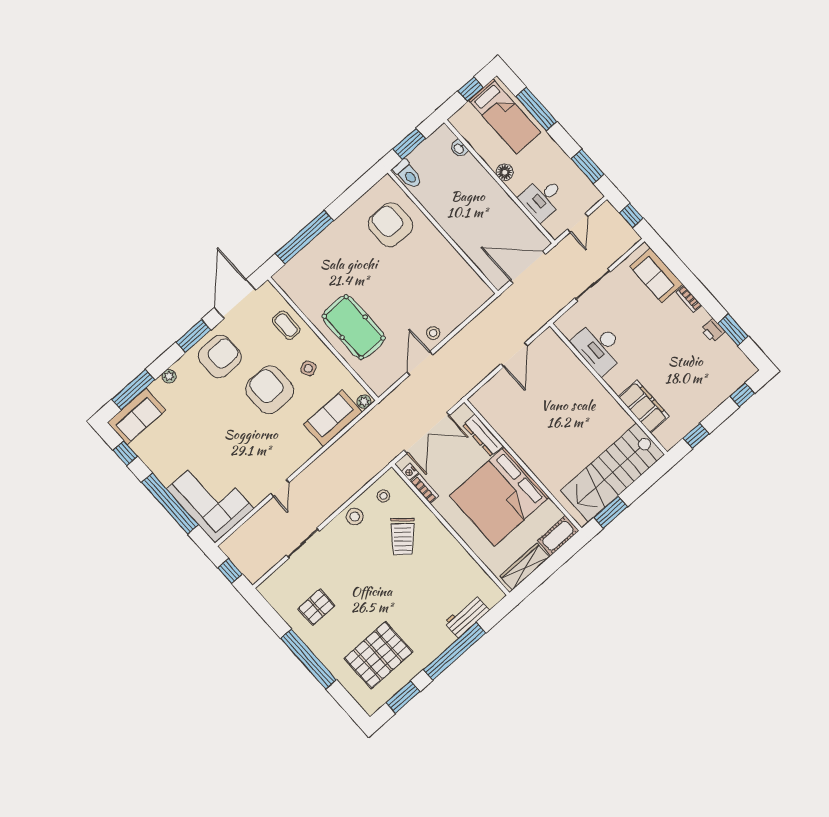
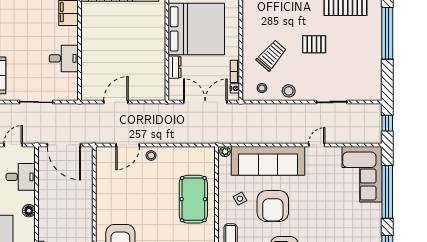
desk: (599, 347) -> (64, 58), width x0.73
door: (420, 363) -> (128, 145), moved
sofa: (333, 418) -> (268, 161), width x1.85, depth x1.27
dresser: (483, 435) -> (175, 67), width x0.70
pallet: (316, 607) -> (314, 44), moved

